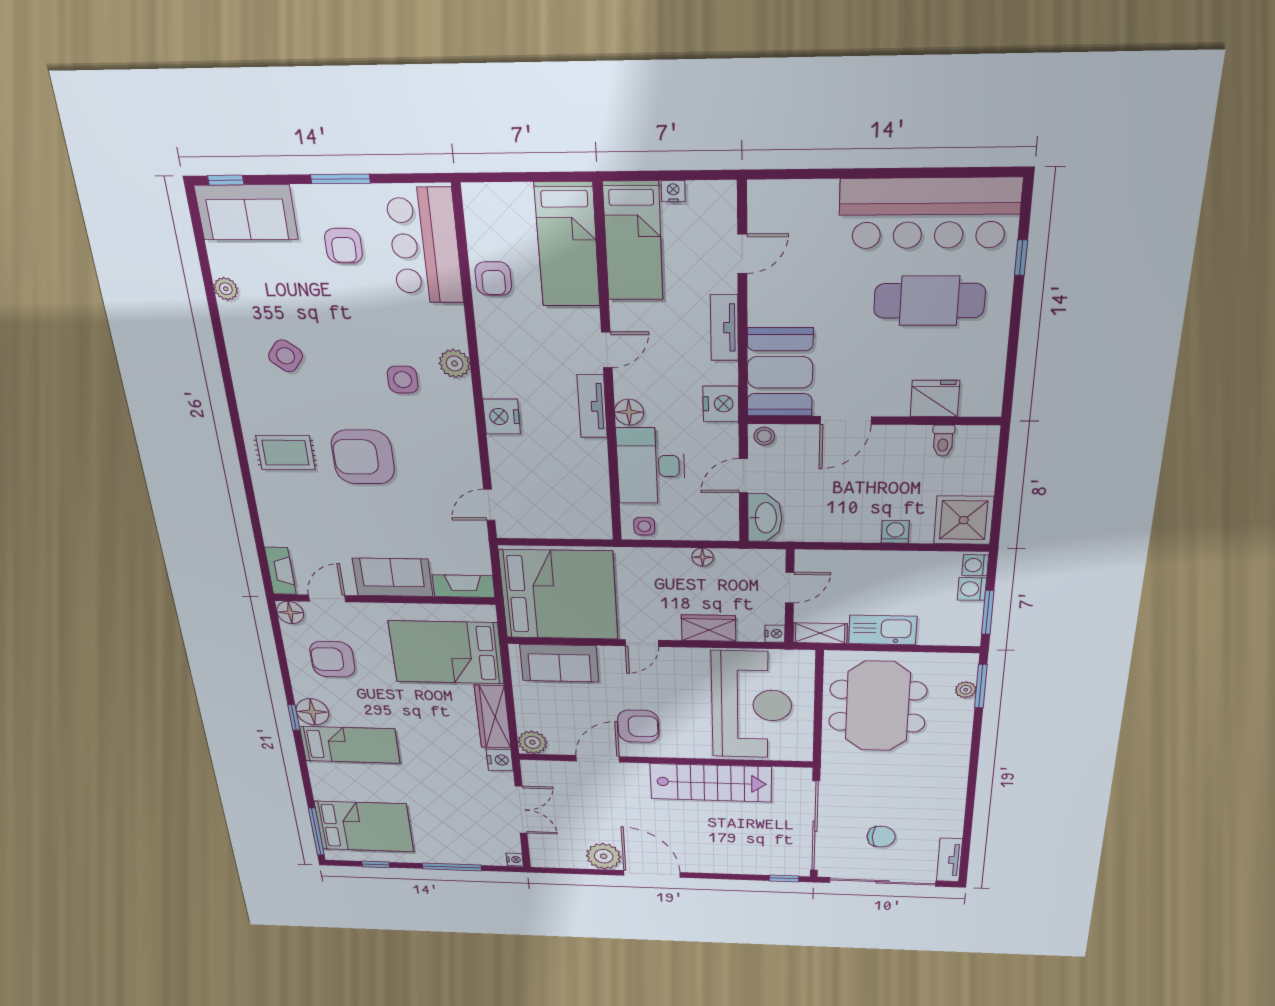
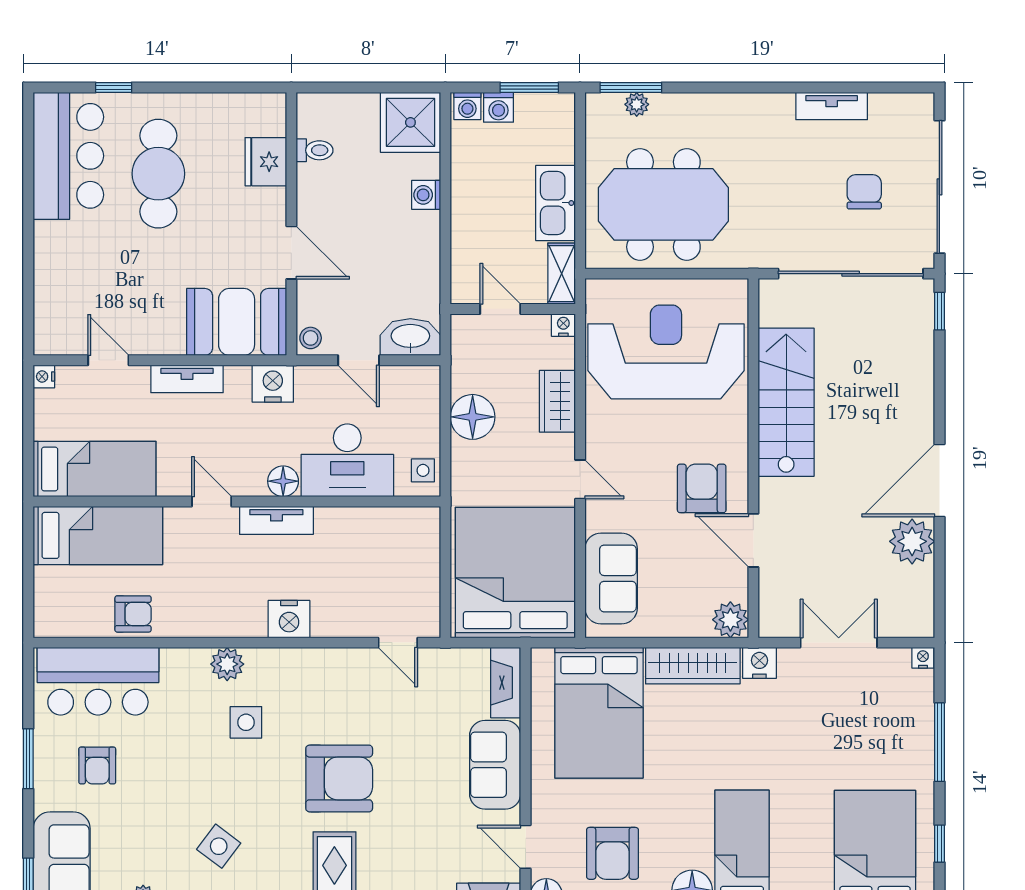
nightstand: (673, 191) -> (44, 376), moved
bar counter: (929, 213) -> (68, 156), width x0.73
armchair: (343, 246) -> (97, 766), turned 90
armchair: (363, 457) -> (339, 778), turned -90
floor lamp: (703, 557) -> (473, 417), width x1.89, depth x1.89
tv unit: (949, 860) -> (832, 106), moved

